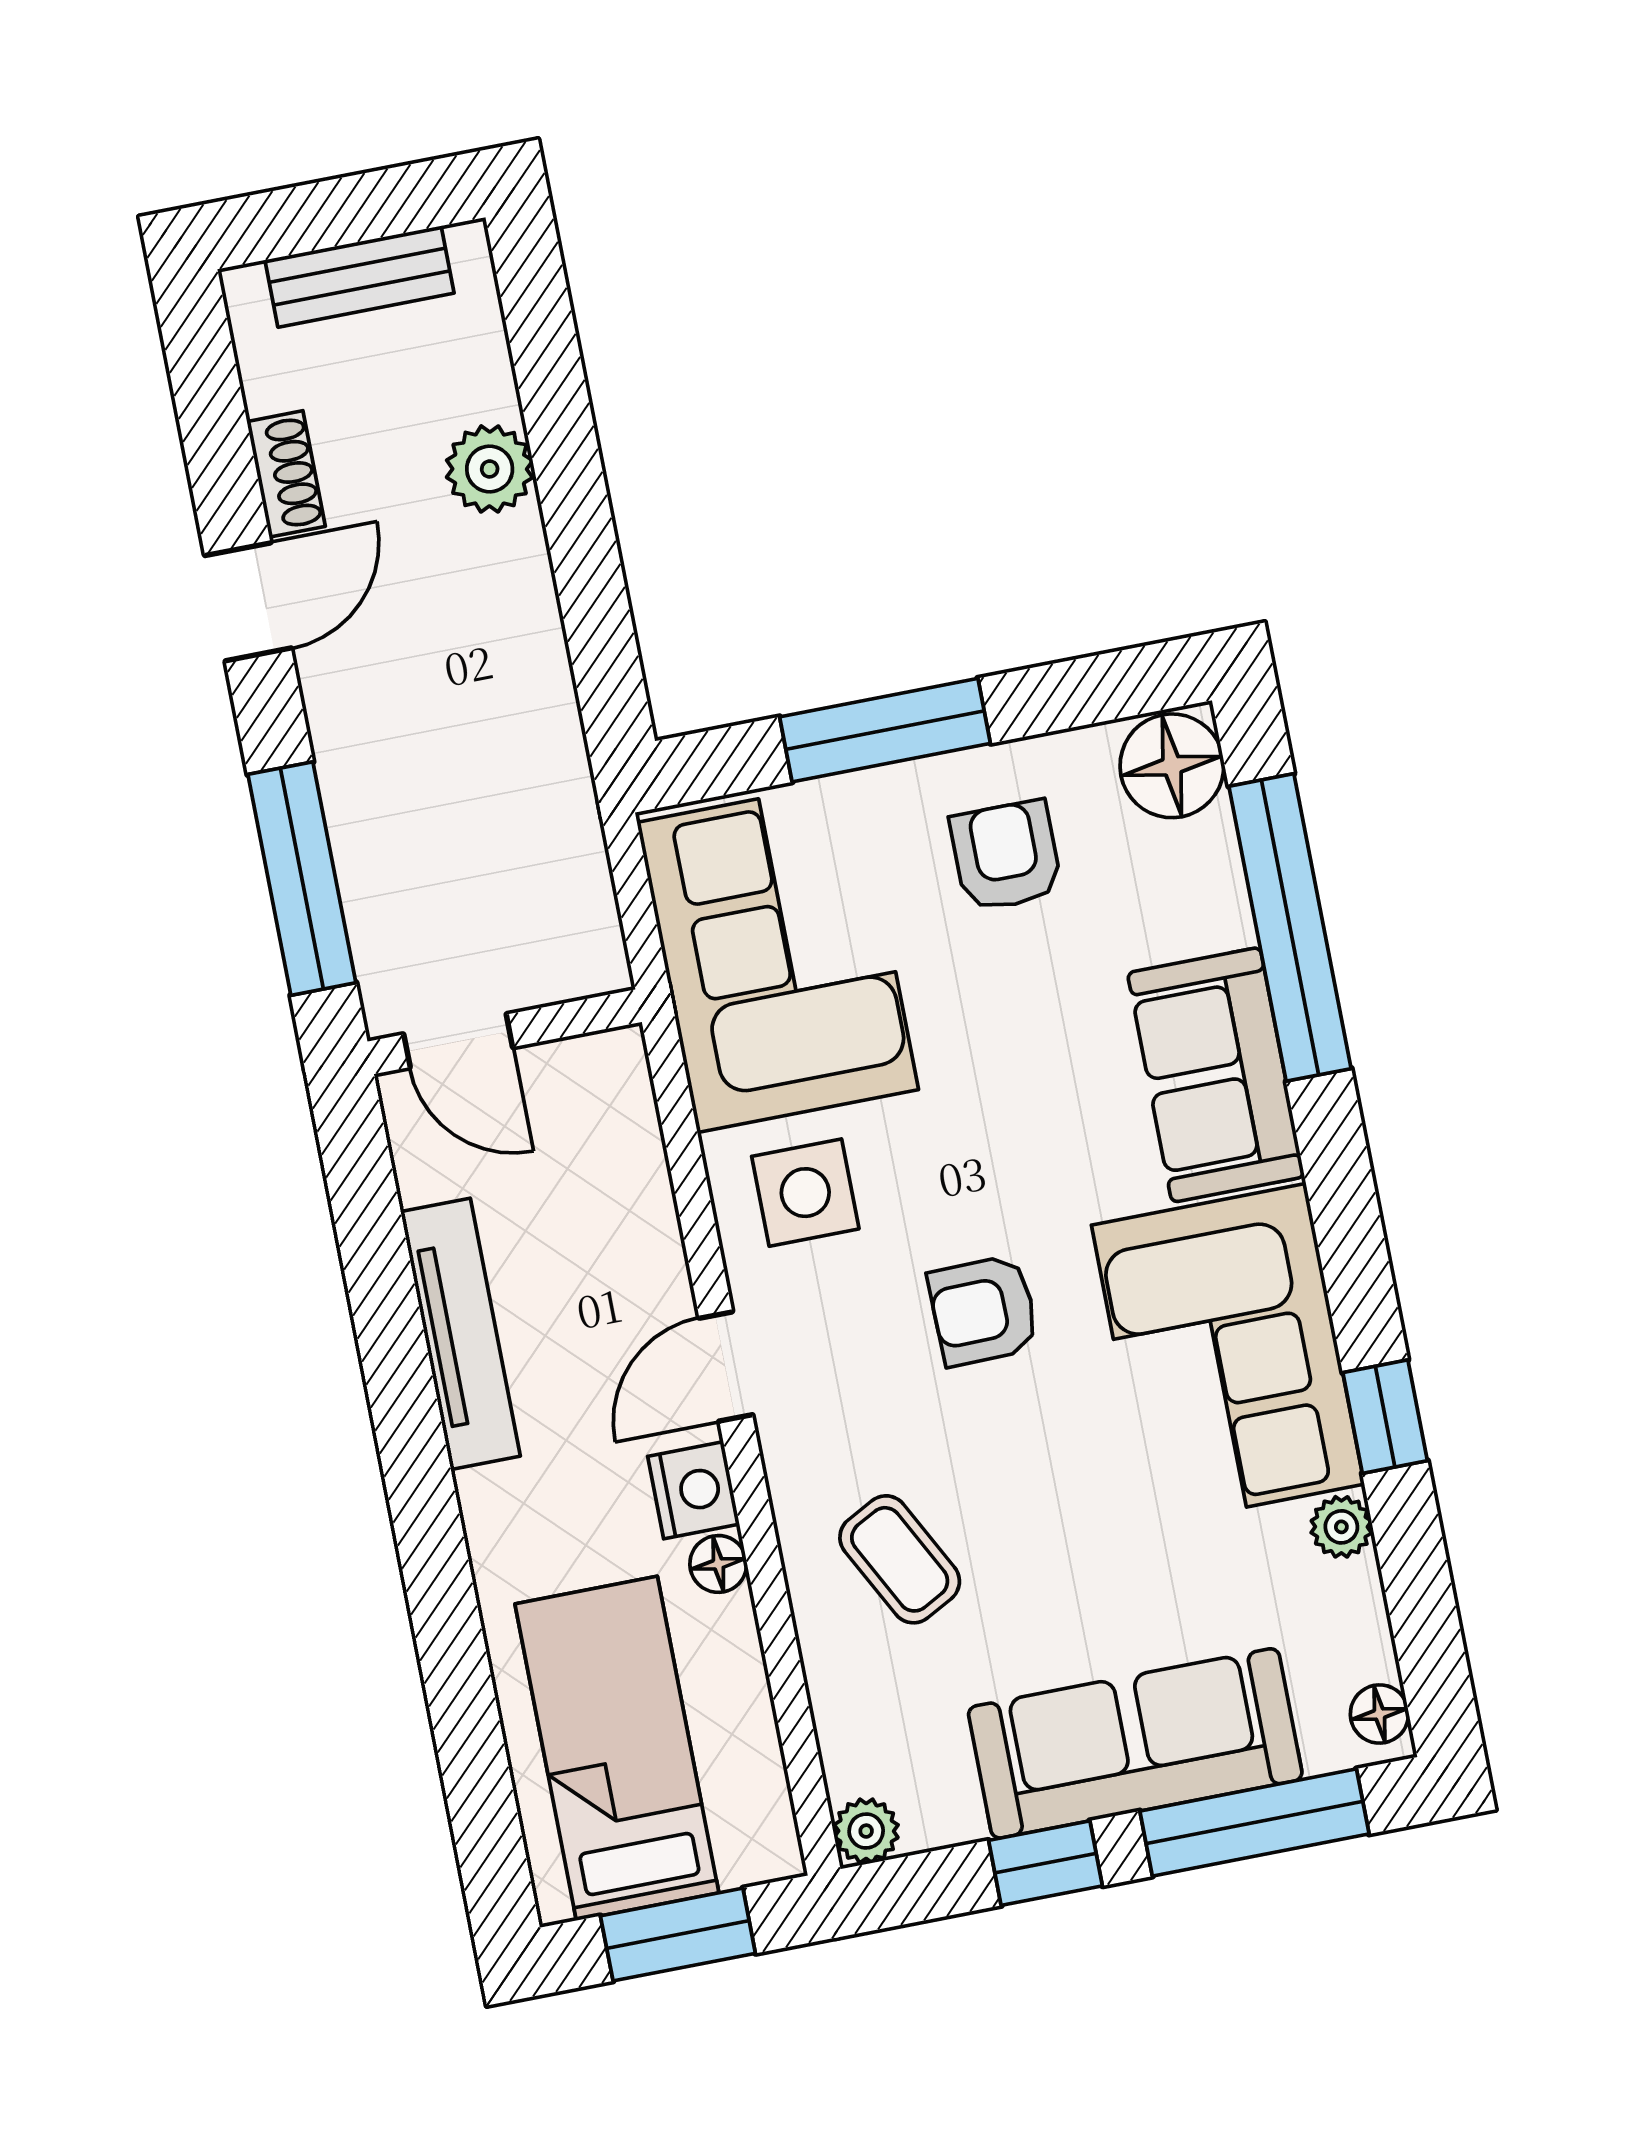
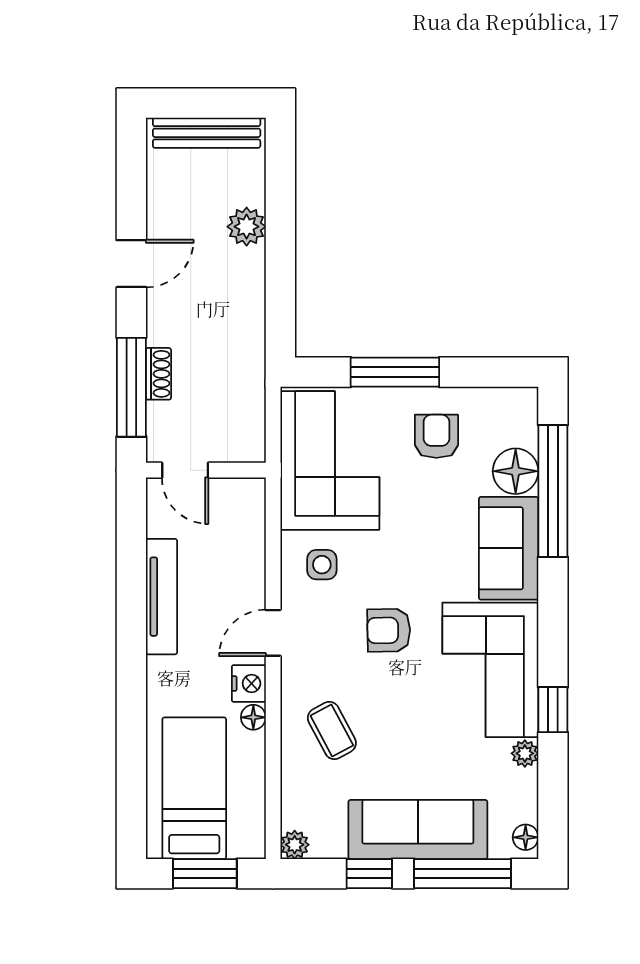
bench: (360, 277) -> (207, 133), width x1.36
shoe rack: (286, 474) -> (158, 374), moved
floor lamp: (1172, 766) -> (516, 471), moved
side table: (805, 1193) -> (322, 565), width x0.73, depth x0.73

